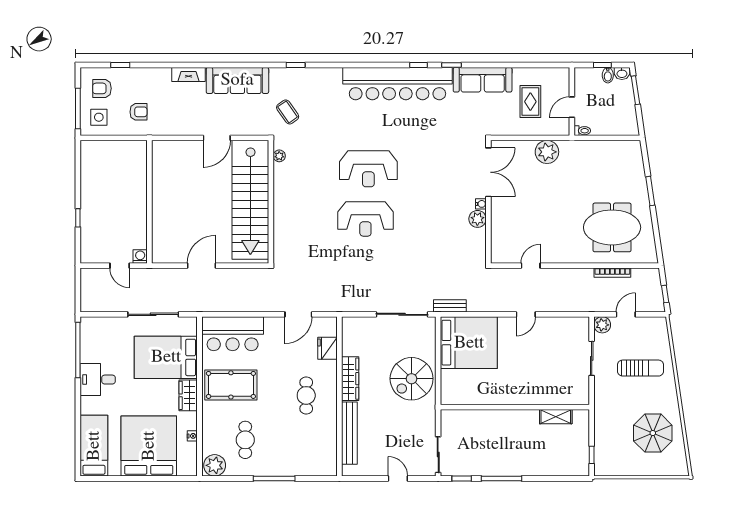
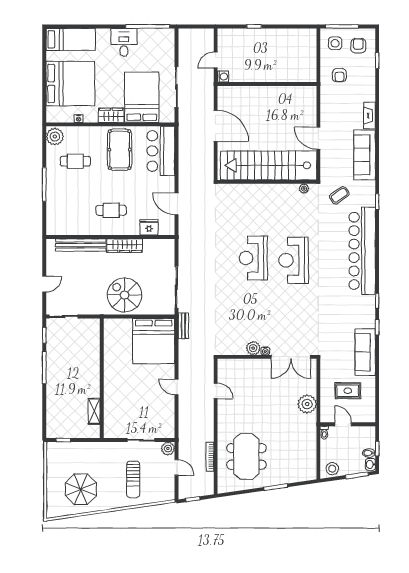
bar counter: (397, 84) -> (362, 251), moved
stool: (627, 121) -> (332, 469), added
door: (201, 266) -> (216, 126), width x1.36

